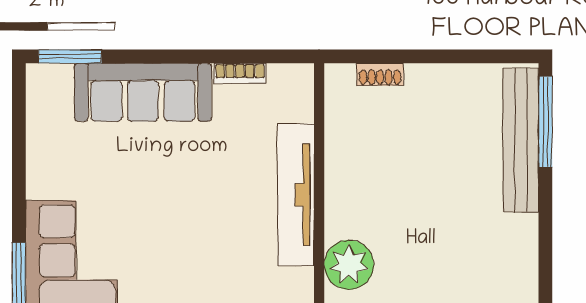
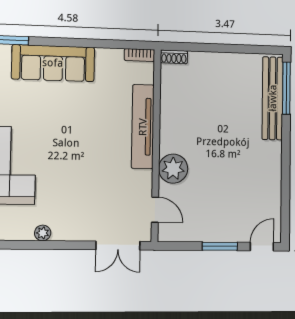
bookcase: (240, 73) -> (140, 55), moved
shoe rack: (380, 74) -> (174, 57), moved

